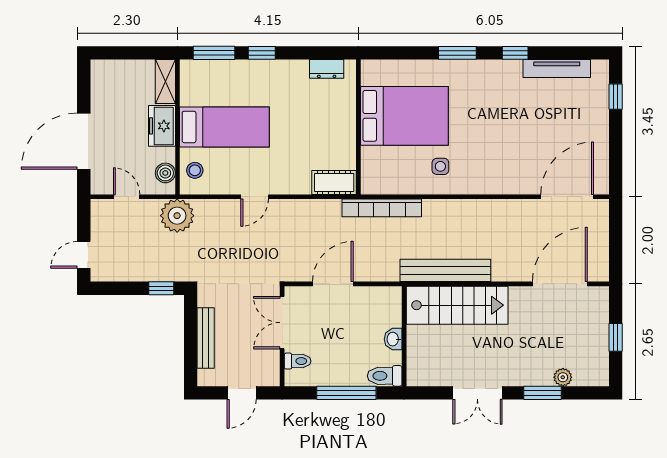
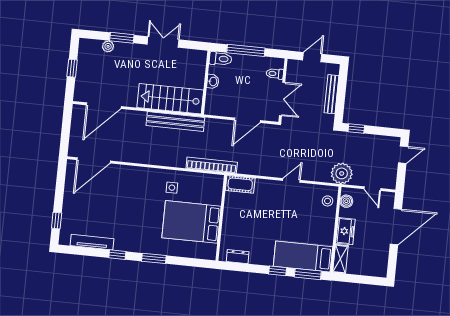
bed: (224, 127) -> (303, 257), moved

